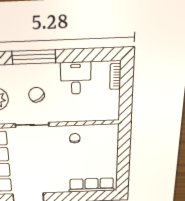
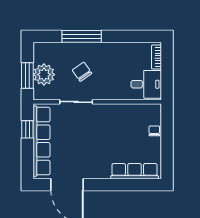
desk: (76, 78) -> (146, 84), moved, turned 90
chair: (75, 138) -> (154, 131), moved

